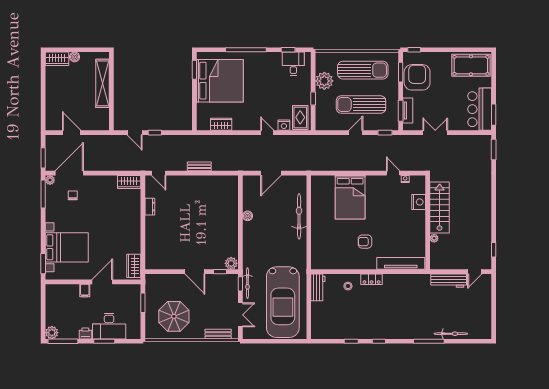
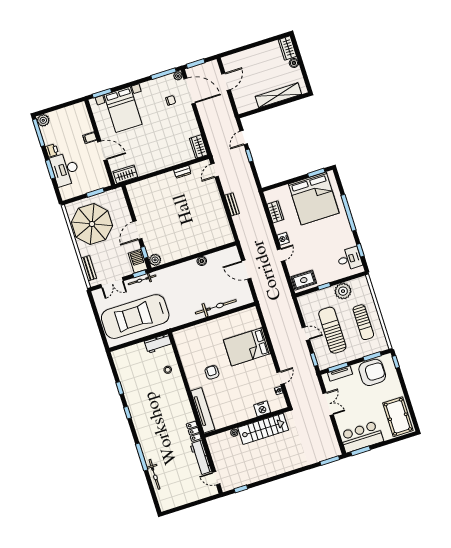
sun lounger: (363, 70) -> (363, 322), width x0.73, depth x0.75
nightstand: (284, 125) -> (283, 239), moved
locker: (372, 279) -> (194, 431), moved
barbecue: (227, 281) -> (138, 261), added
parasol: (174, 316) -> (92, 224), width x1.36, depth x1.36

